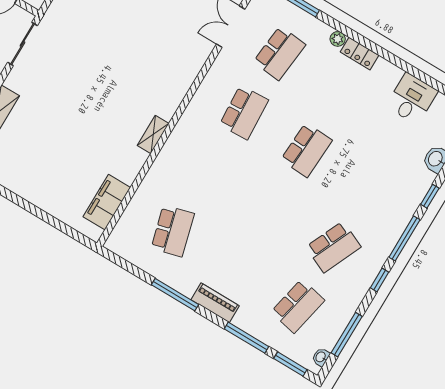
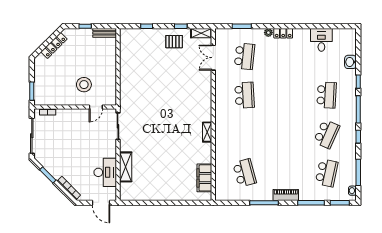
school desk: (306, 150) -> (327, 95), moved

